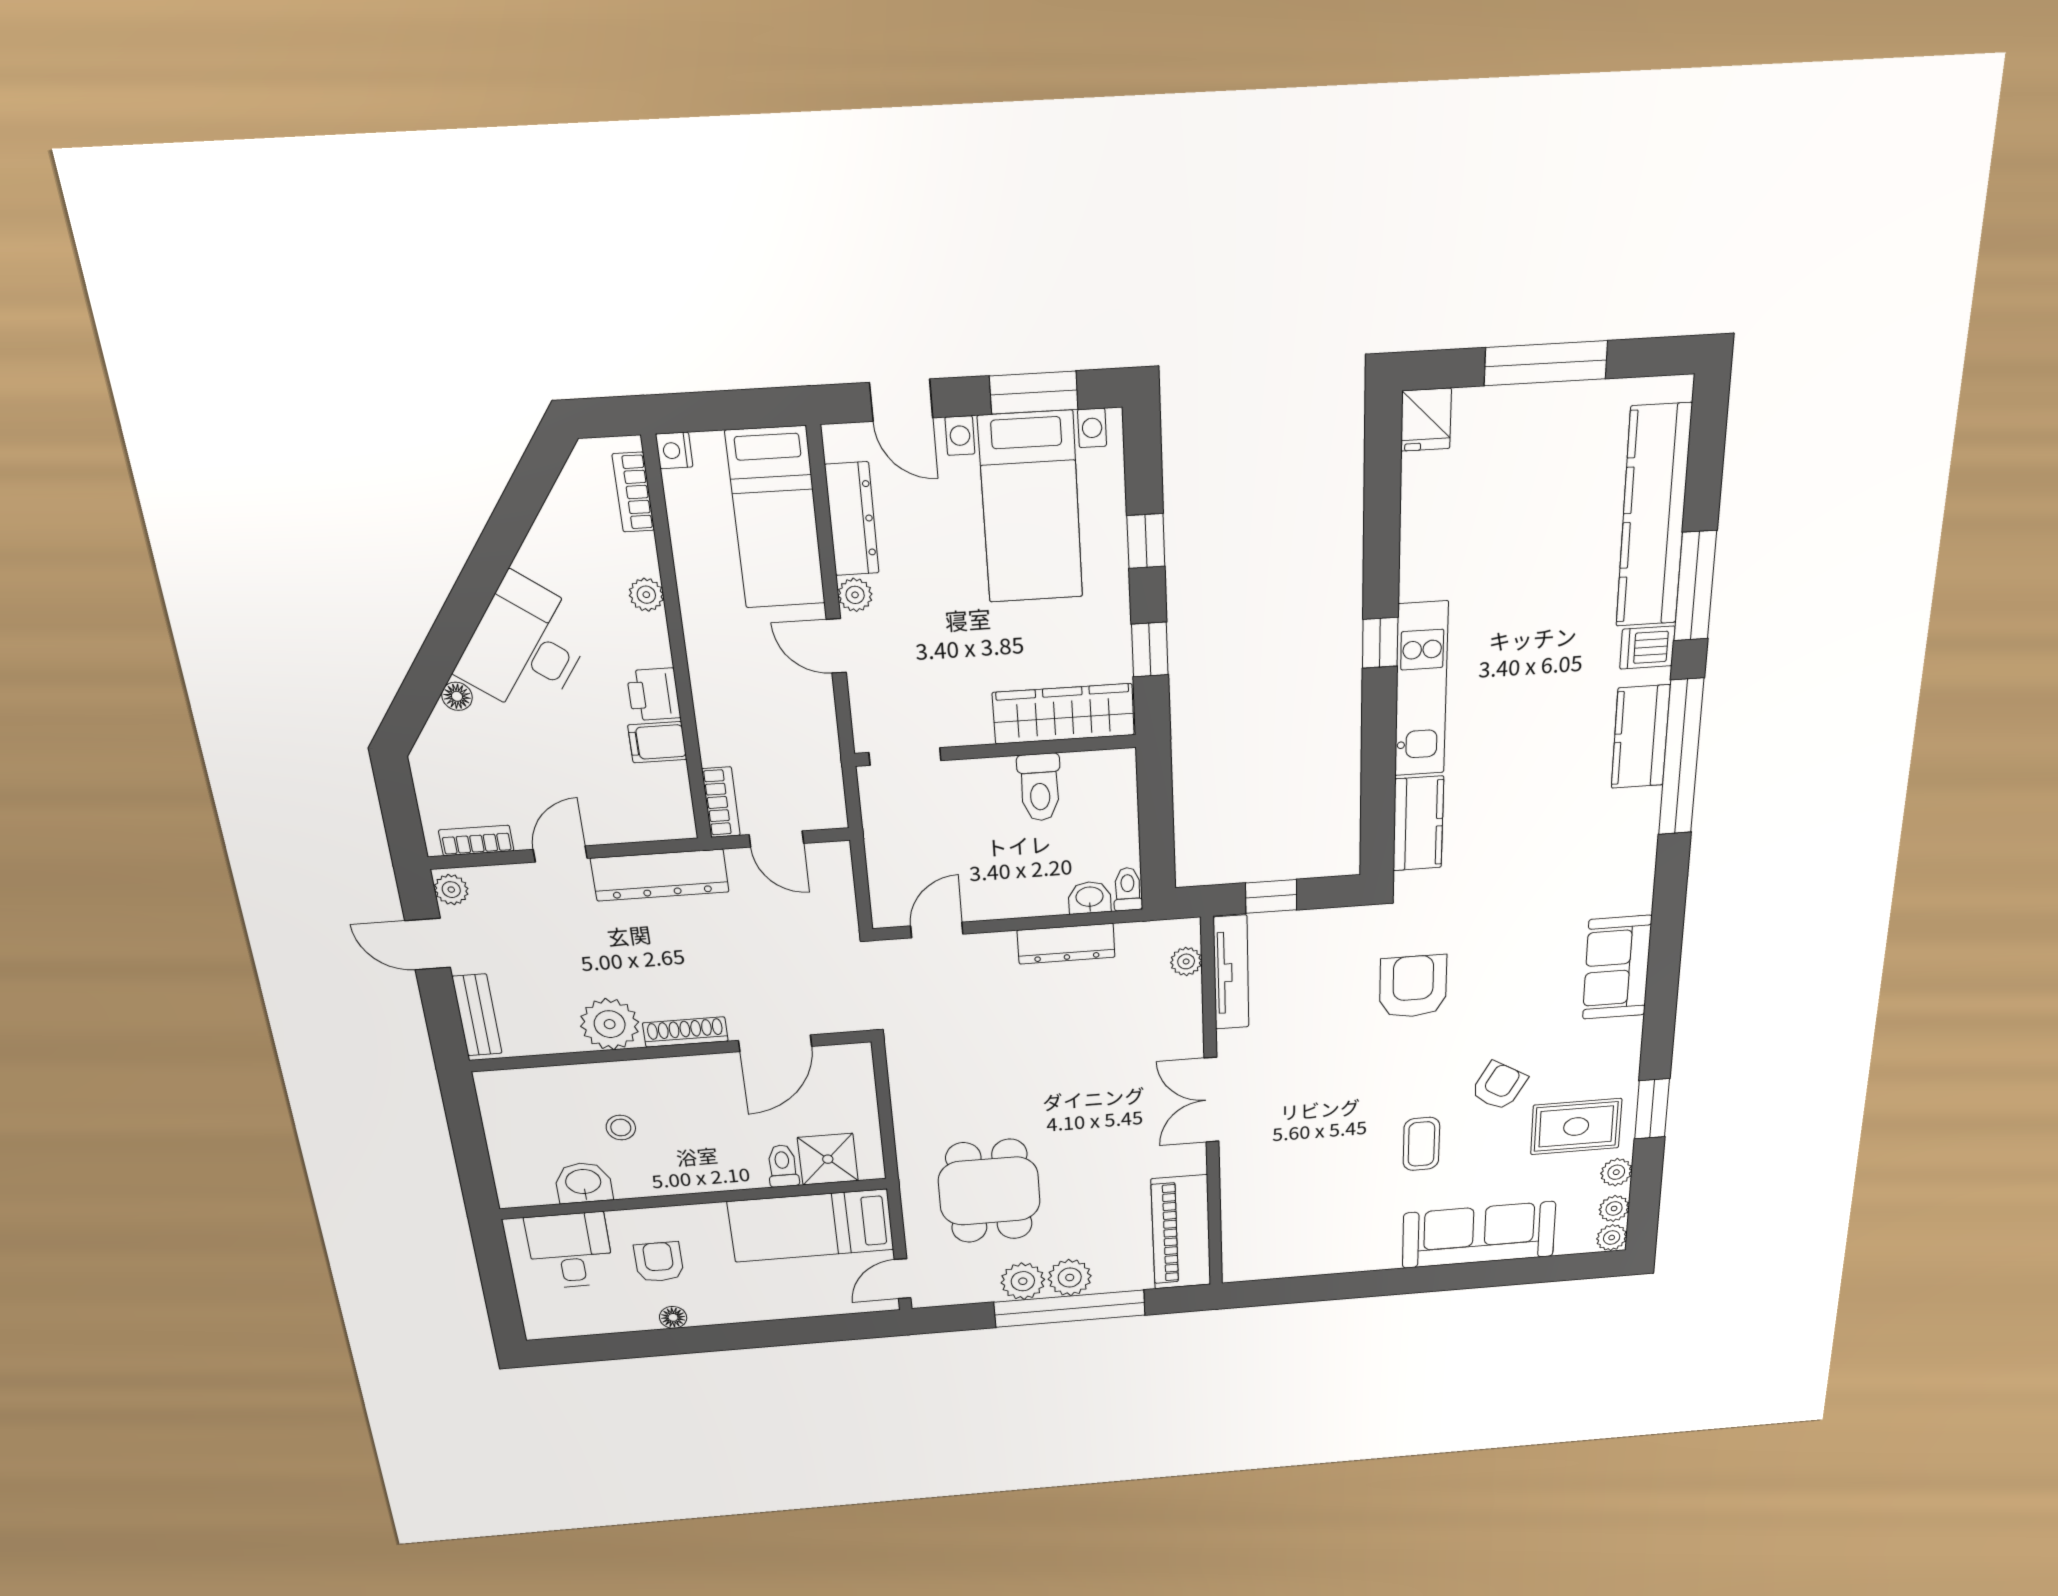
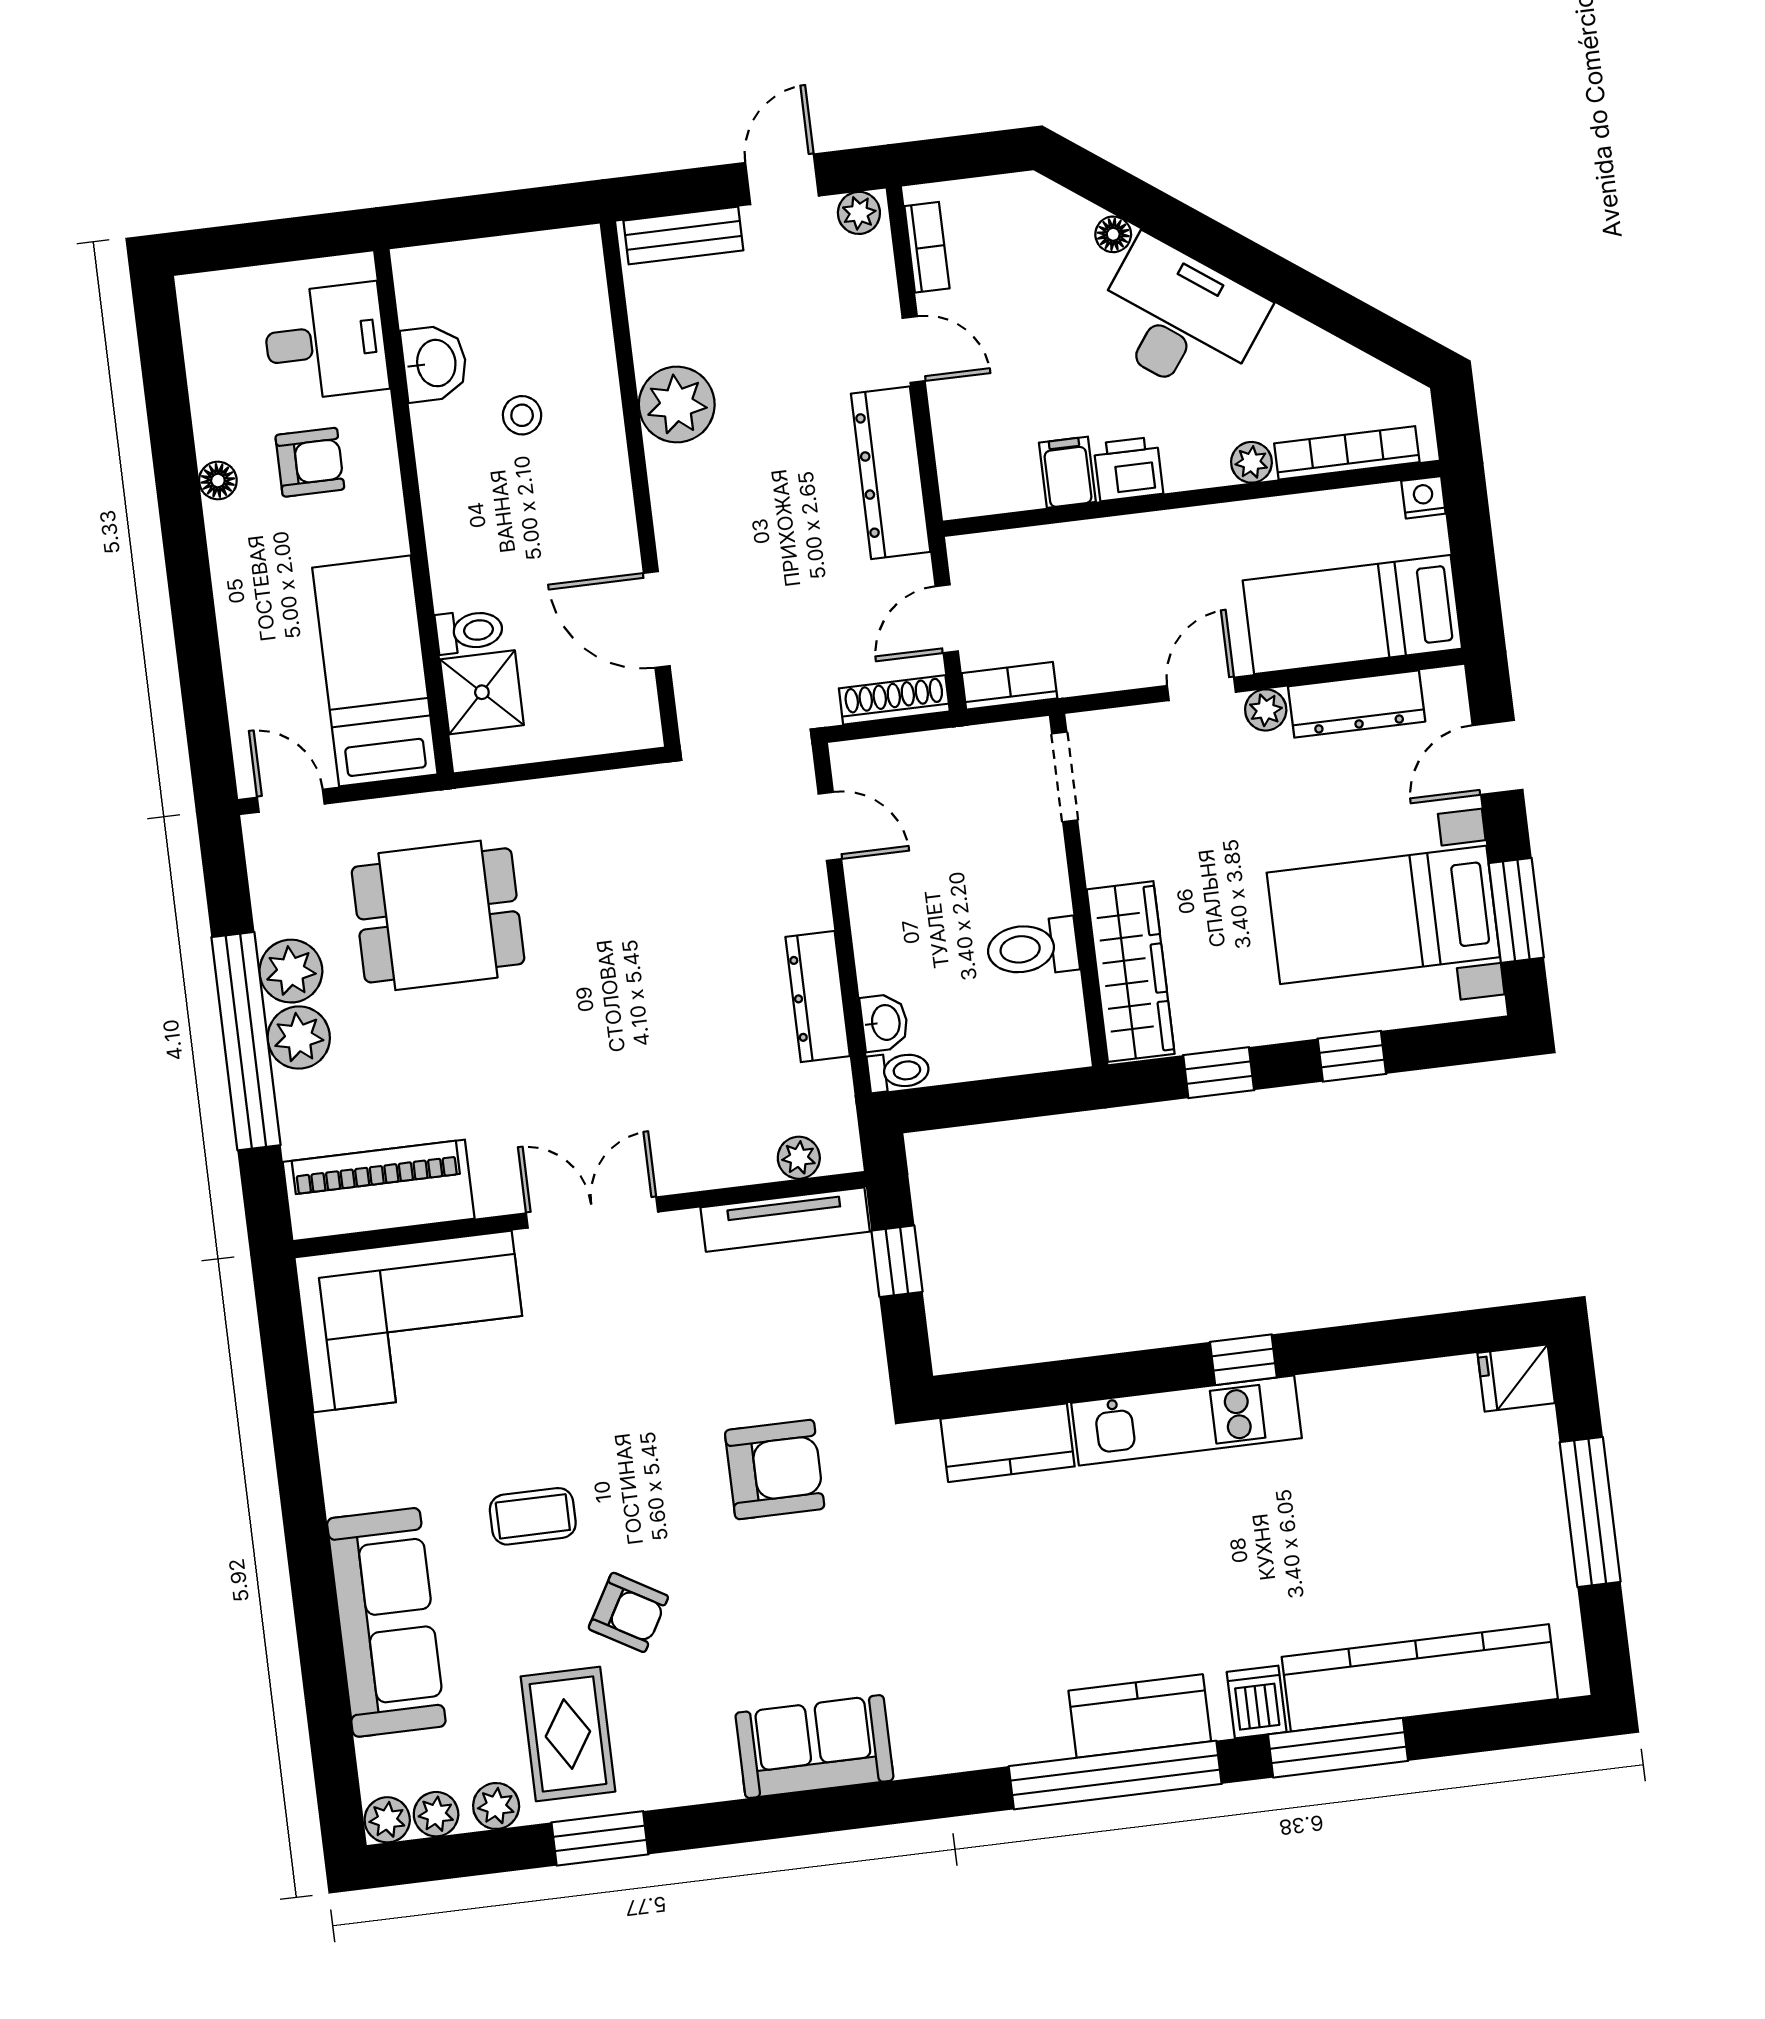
bookcase: (633, 492) -> (1347, 453), width x1.56
bookcase: (721, 802) -> (1009, 686), moved, turned 180
shoe rack: (685, 1032) -> (894, 700), moved, turned -90
corner sofa: (1275, 1214) -> (413, 1321), added

